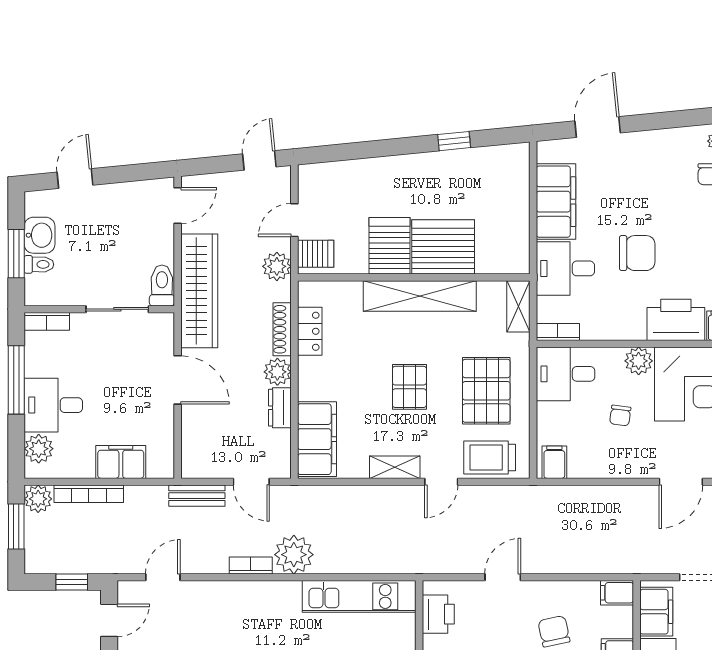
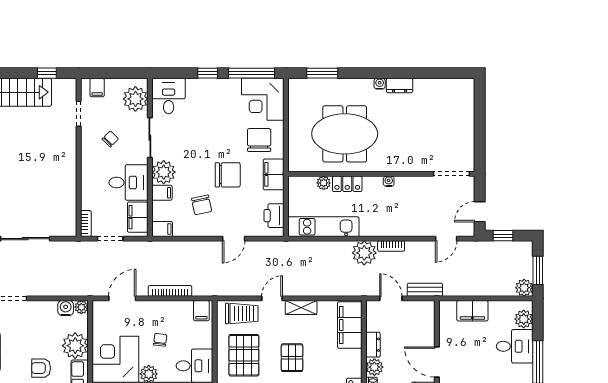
bookcase: (89, 494) -> (170, 291), moved

